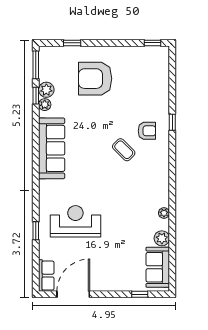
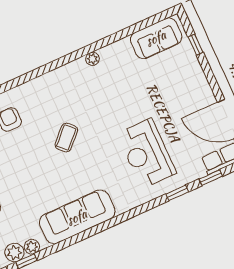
coffee table: (124, 150) -> (66, 137), moved
plant: (162, 238) -> (122, 48), removed
window: (36, 261) -> (211, 178), added

